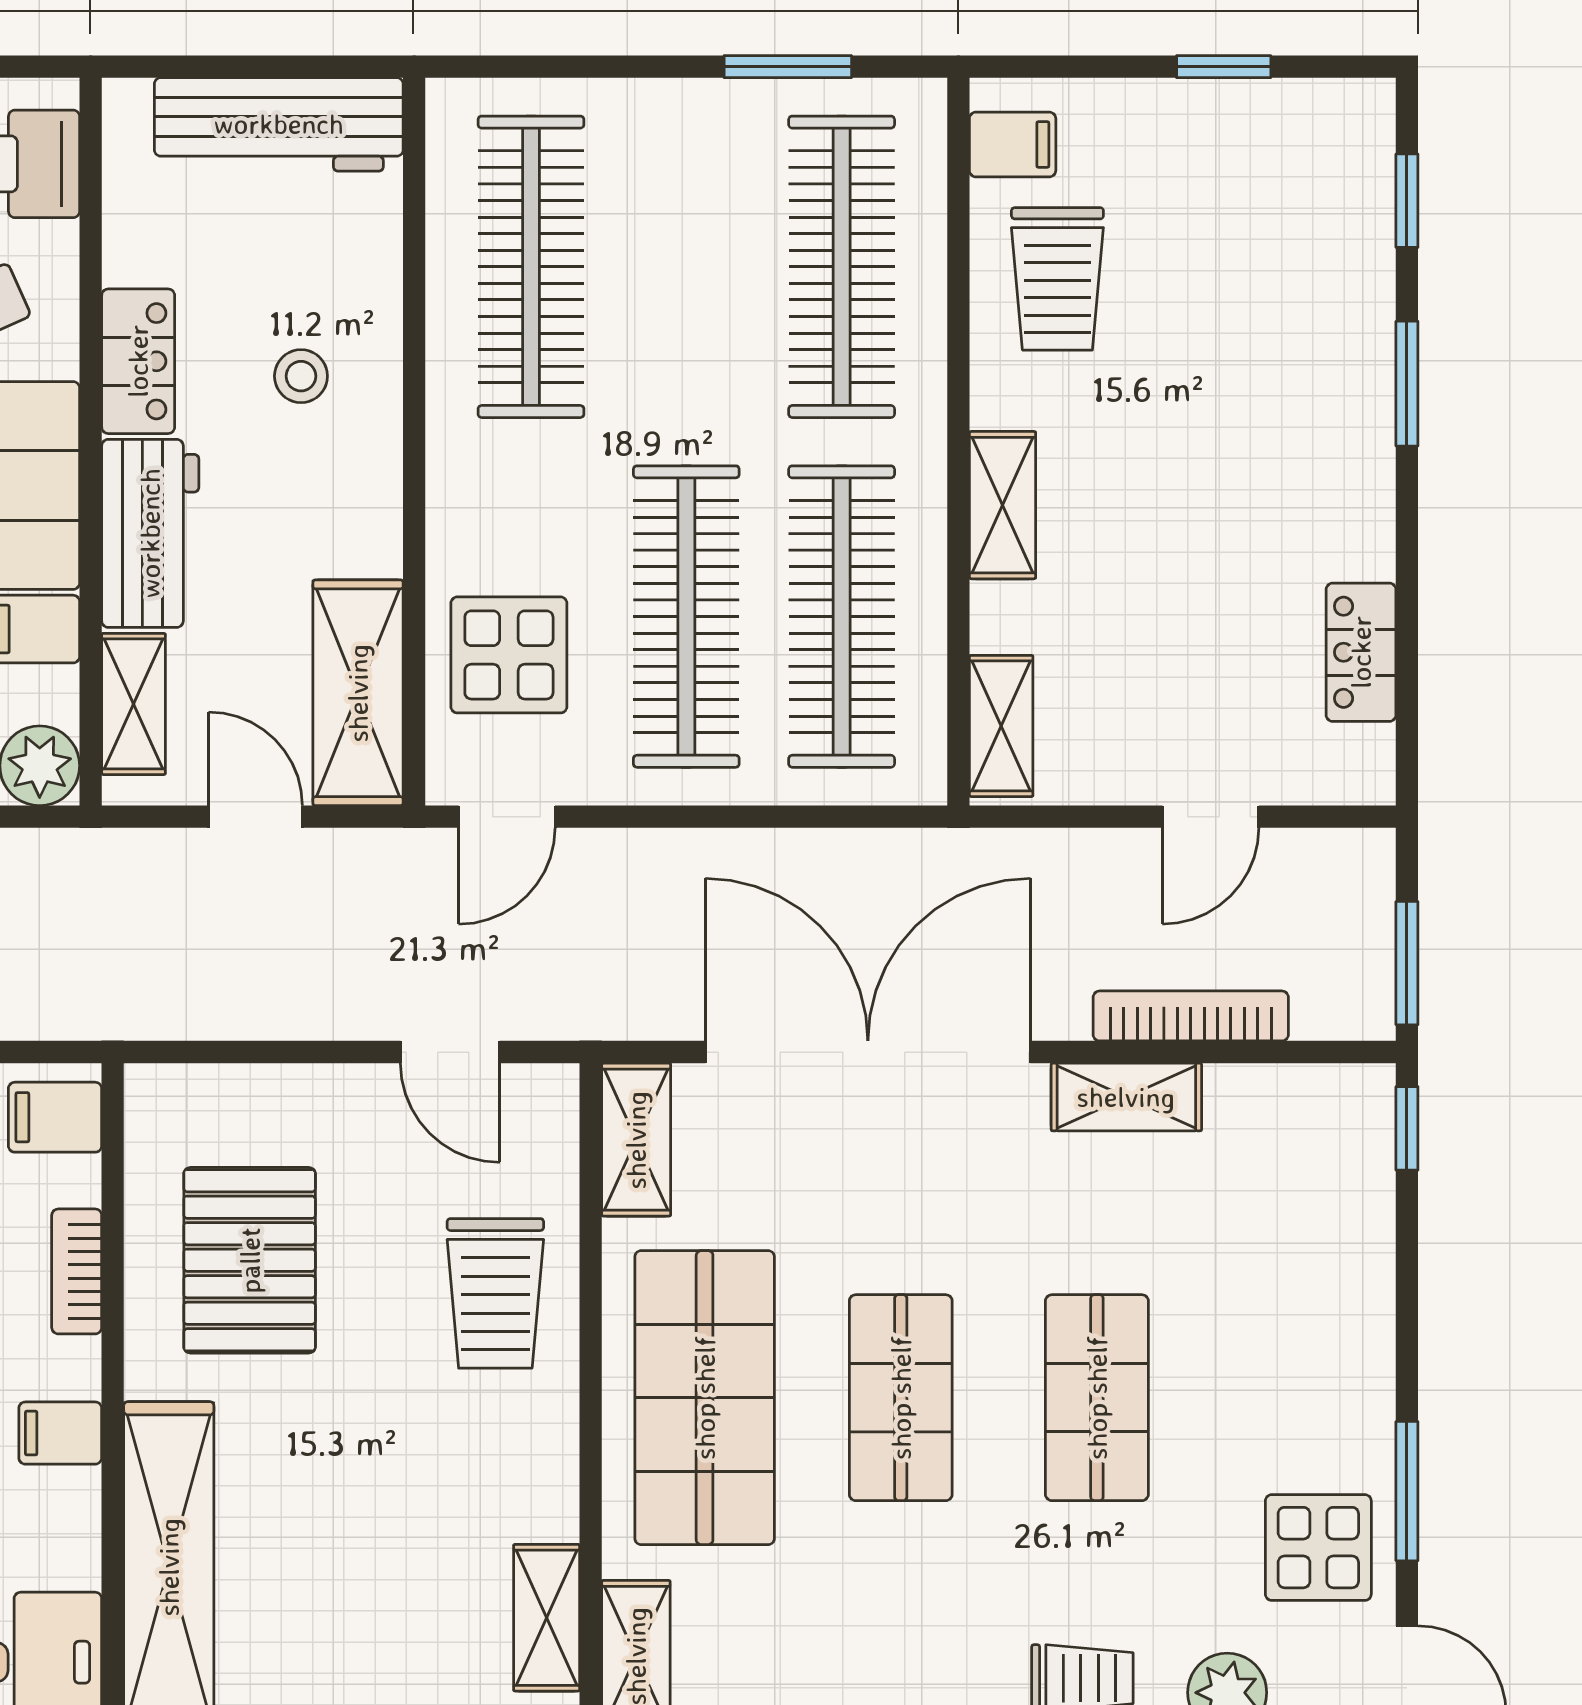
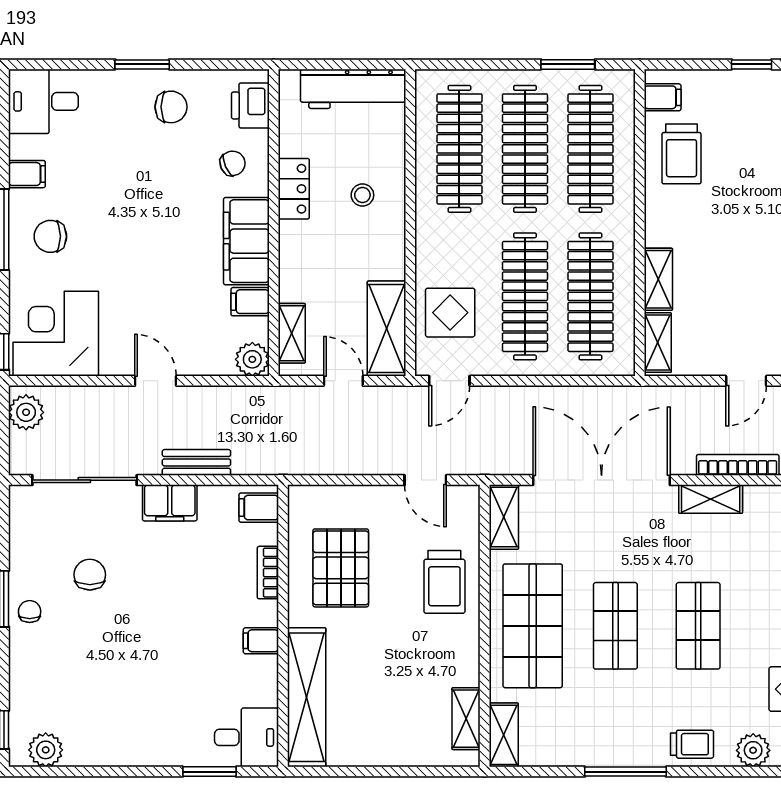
clothes rail: (686, 267) -> (525, 149), added
shelving: (1003, 505) -> (658, 279), moved
workbench: (150, 533) -> (299, 261), removed

